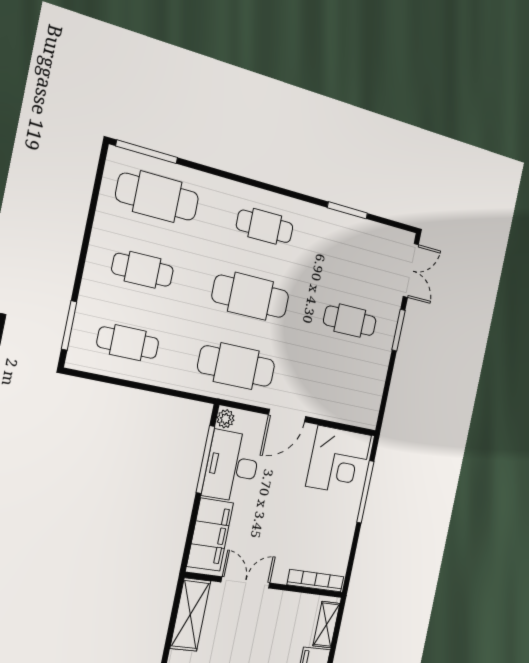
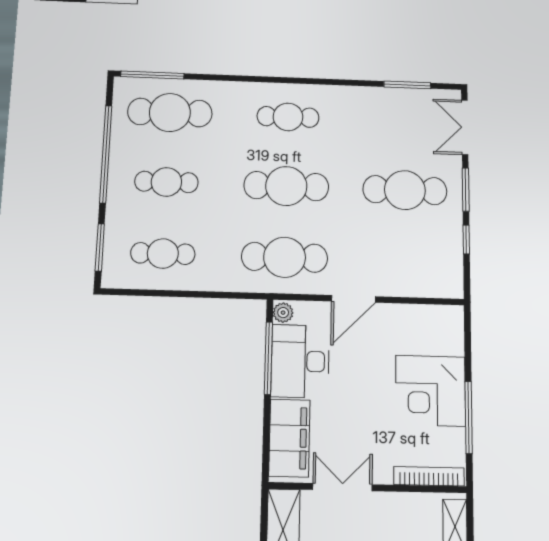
window: (347, 210) -> (407, 85), moved
window: (89, 228) -> (106, 154), added
double door: (411, 270) -> (465, 127), swing flipped
cafe table: (350, 321) -> (405, 190), width x1.37, depth x1.35
window: (389, 377) -> (466, 240), added
corner desk: (339, 461) -> (431, 391), moved, turned 90
window: (365, 492) -> (469, 417), moved

